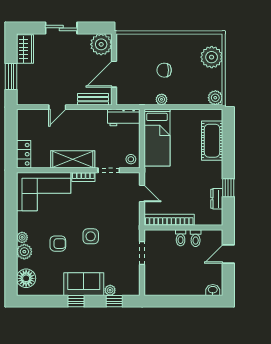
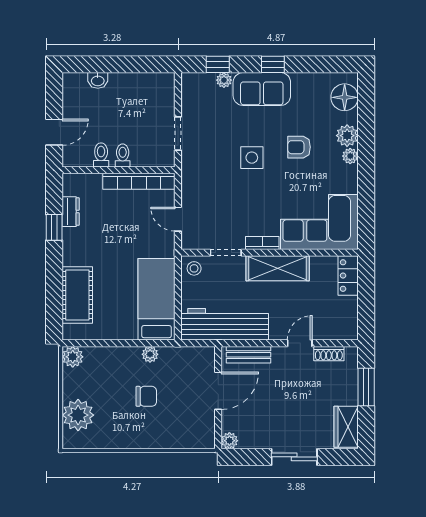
plant: (101, 44) -> (229, 441), width x0.53, depth x0.53
shoe rack: (37, 100) -> (329, 354), added
workbench: (124, 118) -> (225, 324), width x1.88, depth x1.32
washbasin: (213, 290) -> (98, 80), moved

